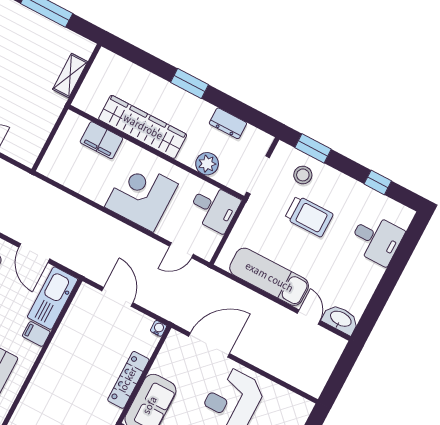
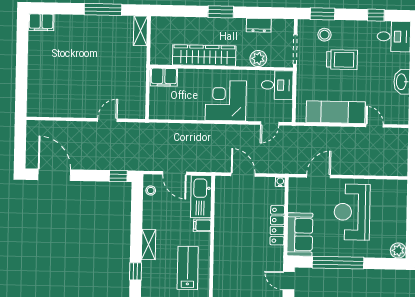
shelving: (70, 76) -> (140, 31), moved
filing cabinet: (101, 140) -> (164, 77), moved
desk: (376, 239) -> (394, 37), moved
washbasin: (341, 319) -> (402, 82), moved, turned -90
door: (209, 345) -> (319, 176), width x0.73

